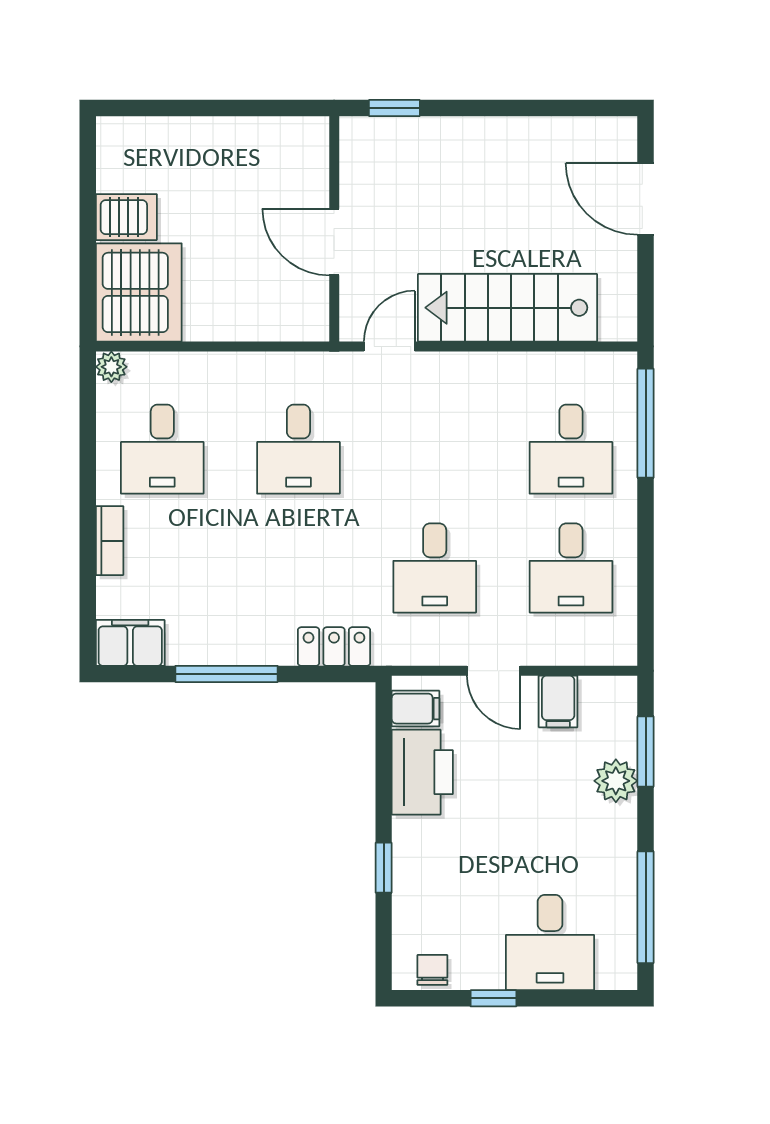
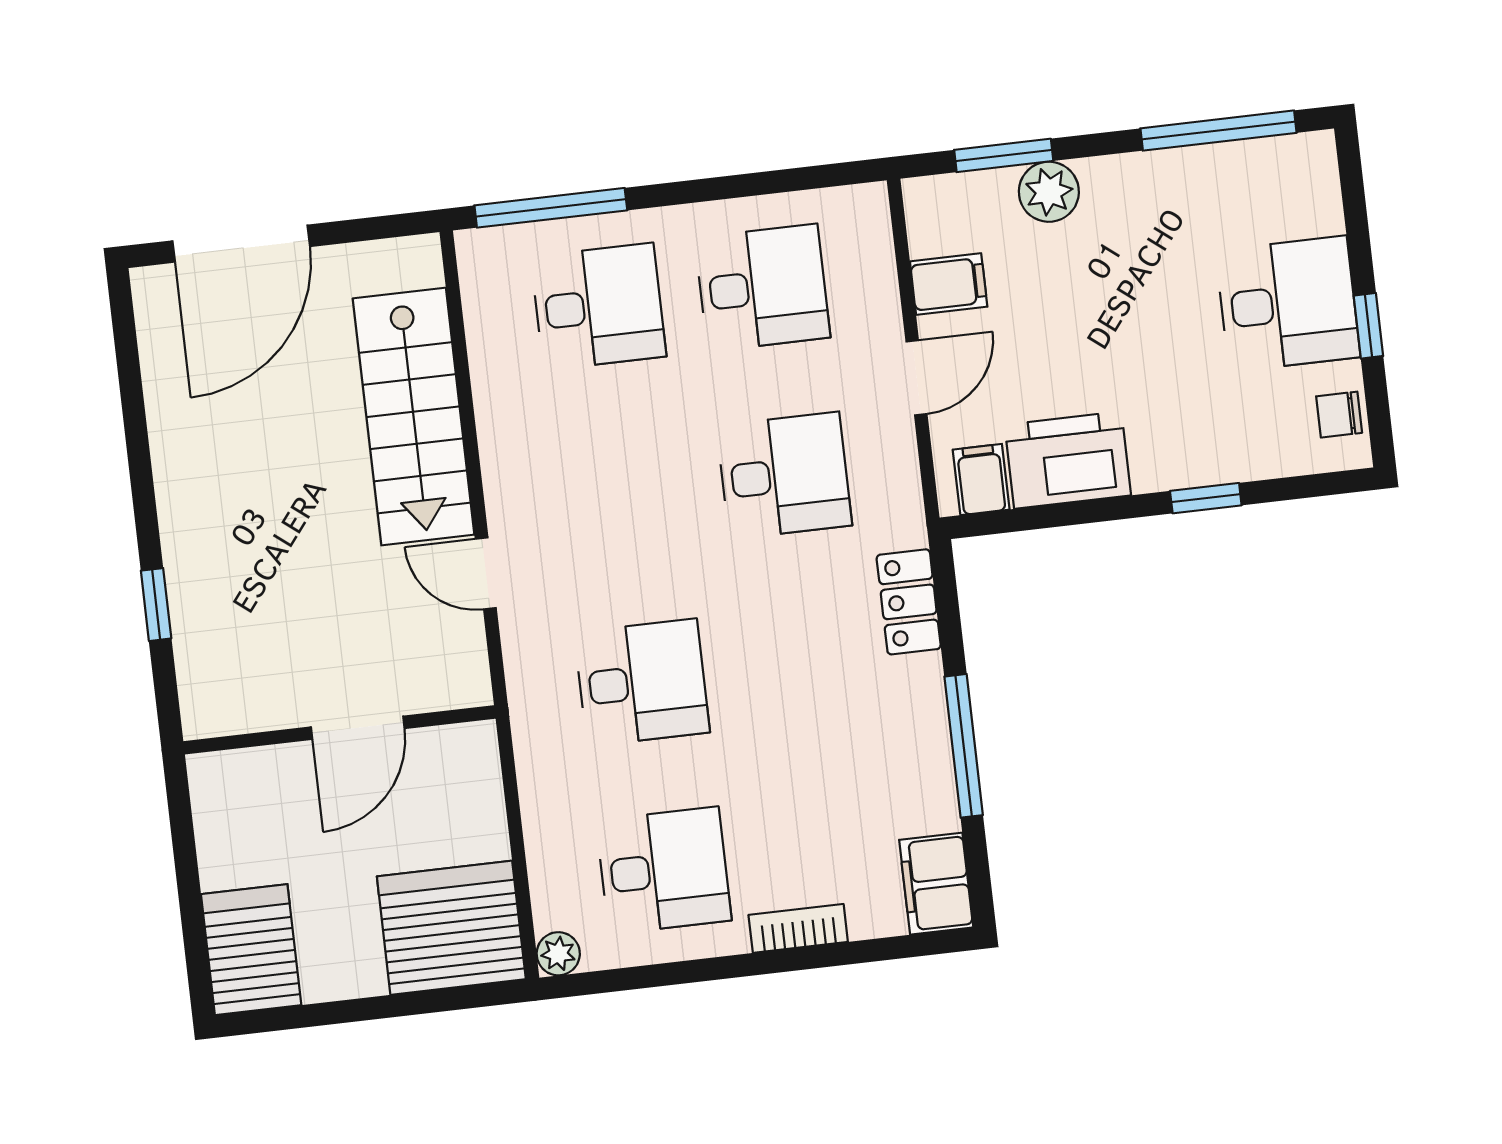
door: (646, 199) -> (241, 244), width x1.36
server rack: (126, 217) -> (251, 950), moved, width x1.36, depth x1.44
wall: (334, 229) -> (339, 730), moved
door: (334, 242) -> (358, 728), moved
desk: (550, 943) -> (1288, 304), moved

